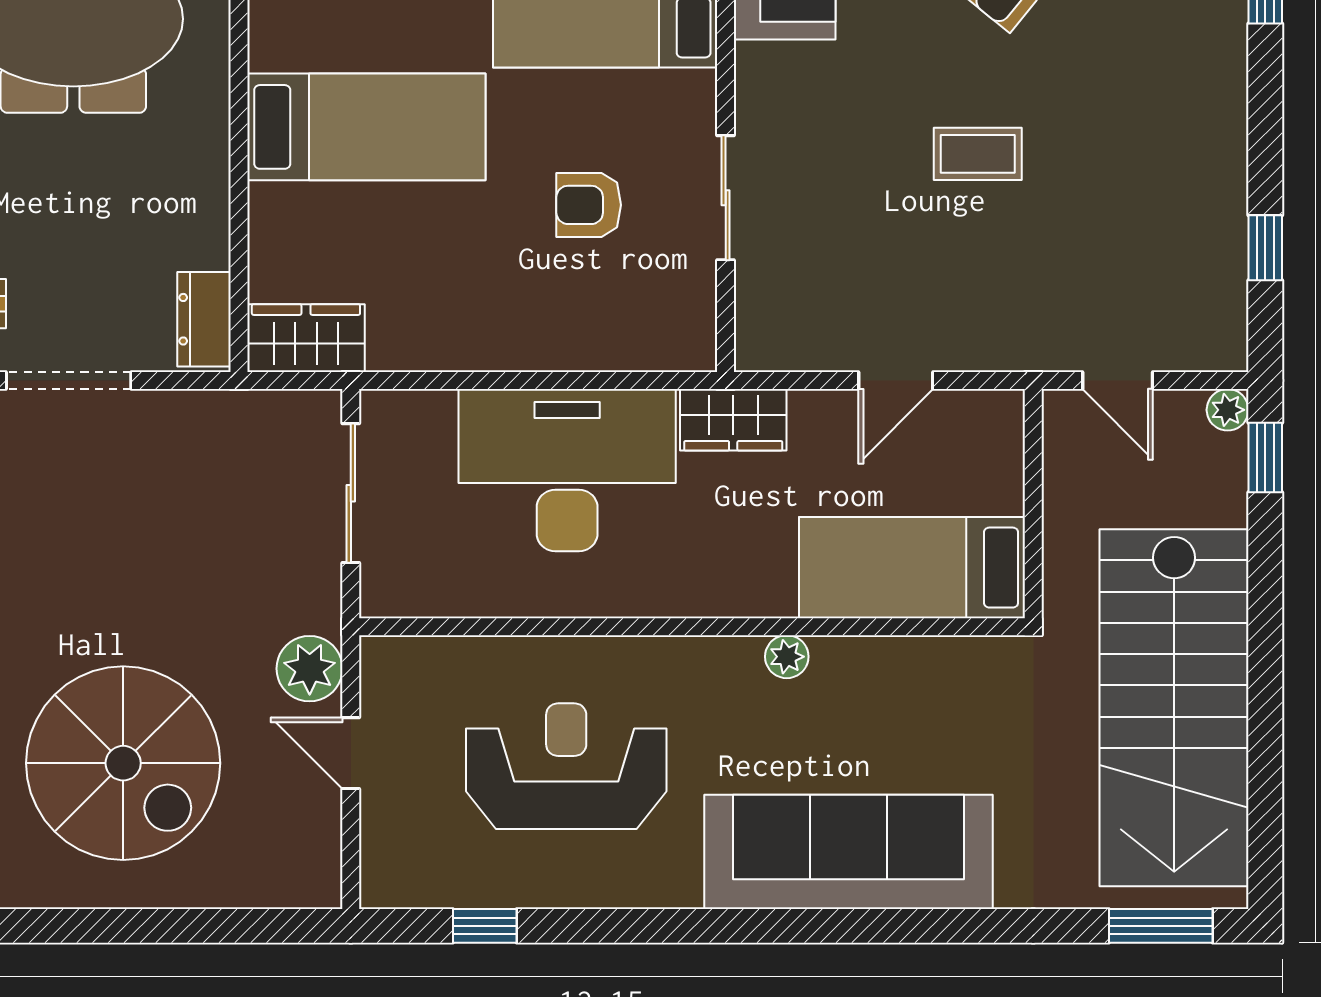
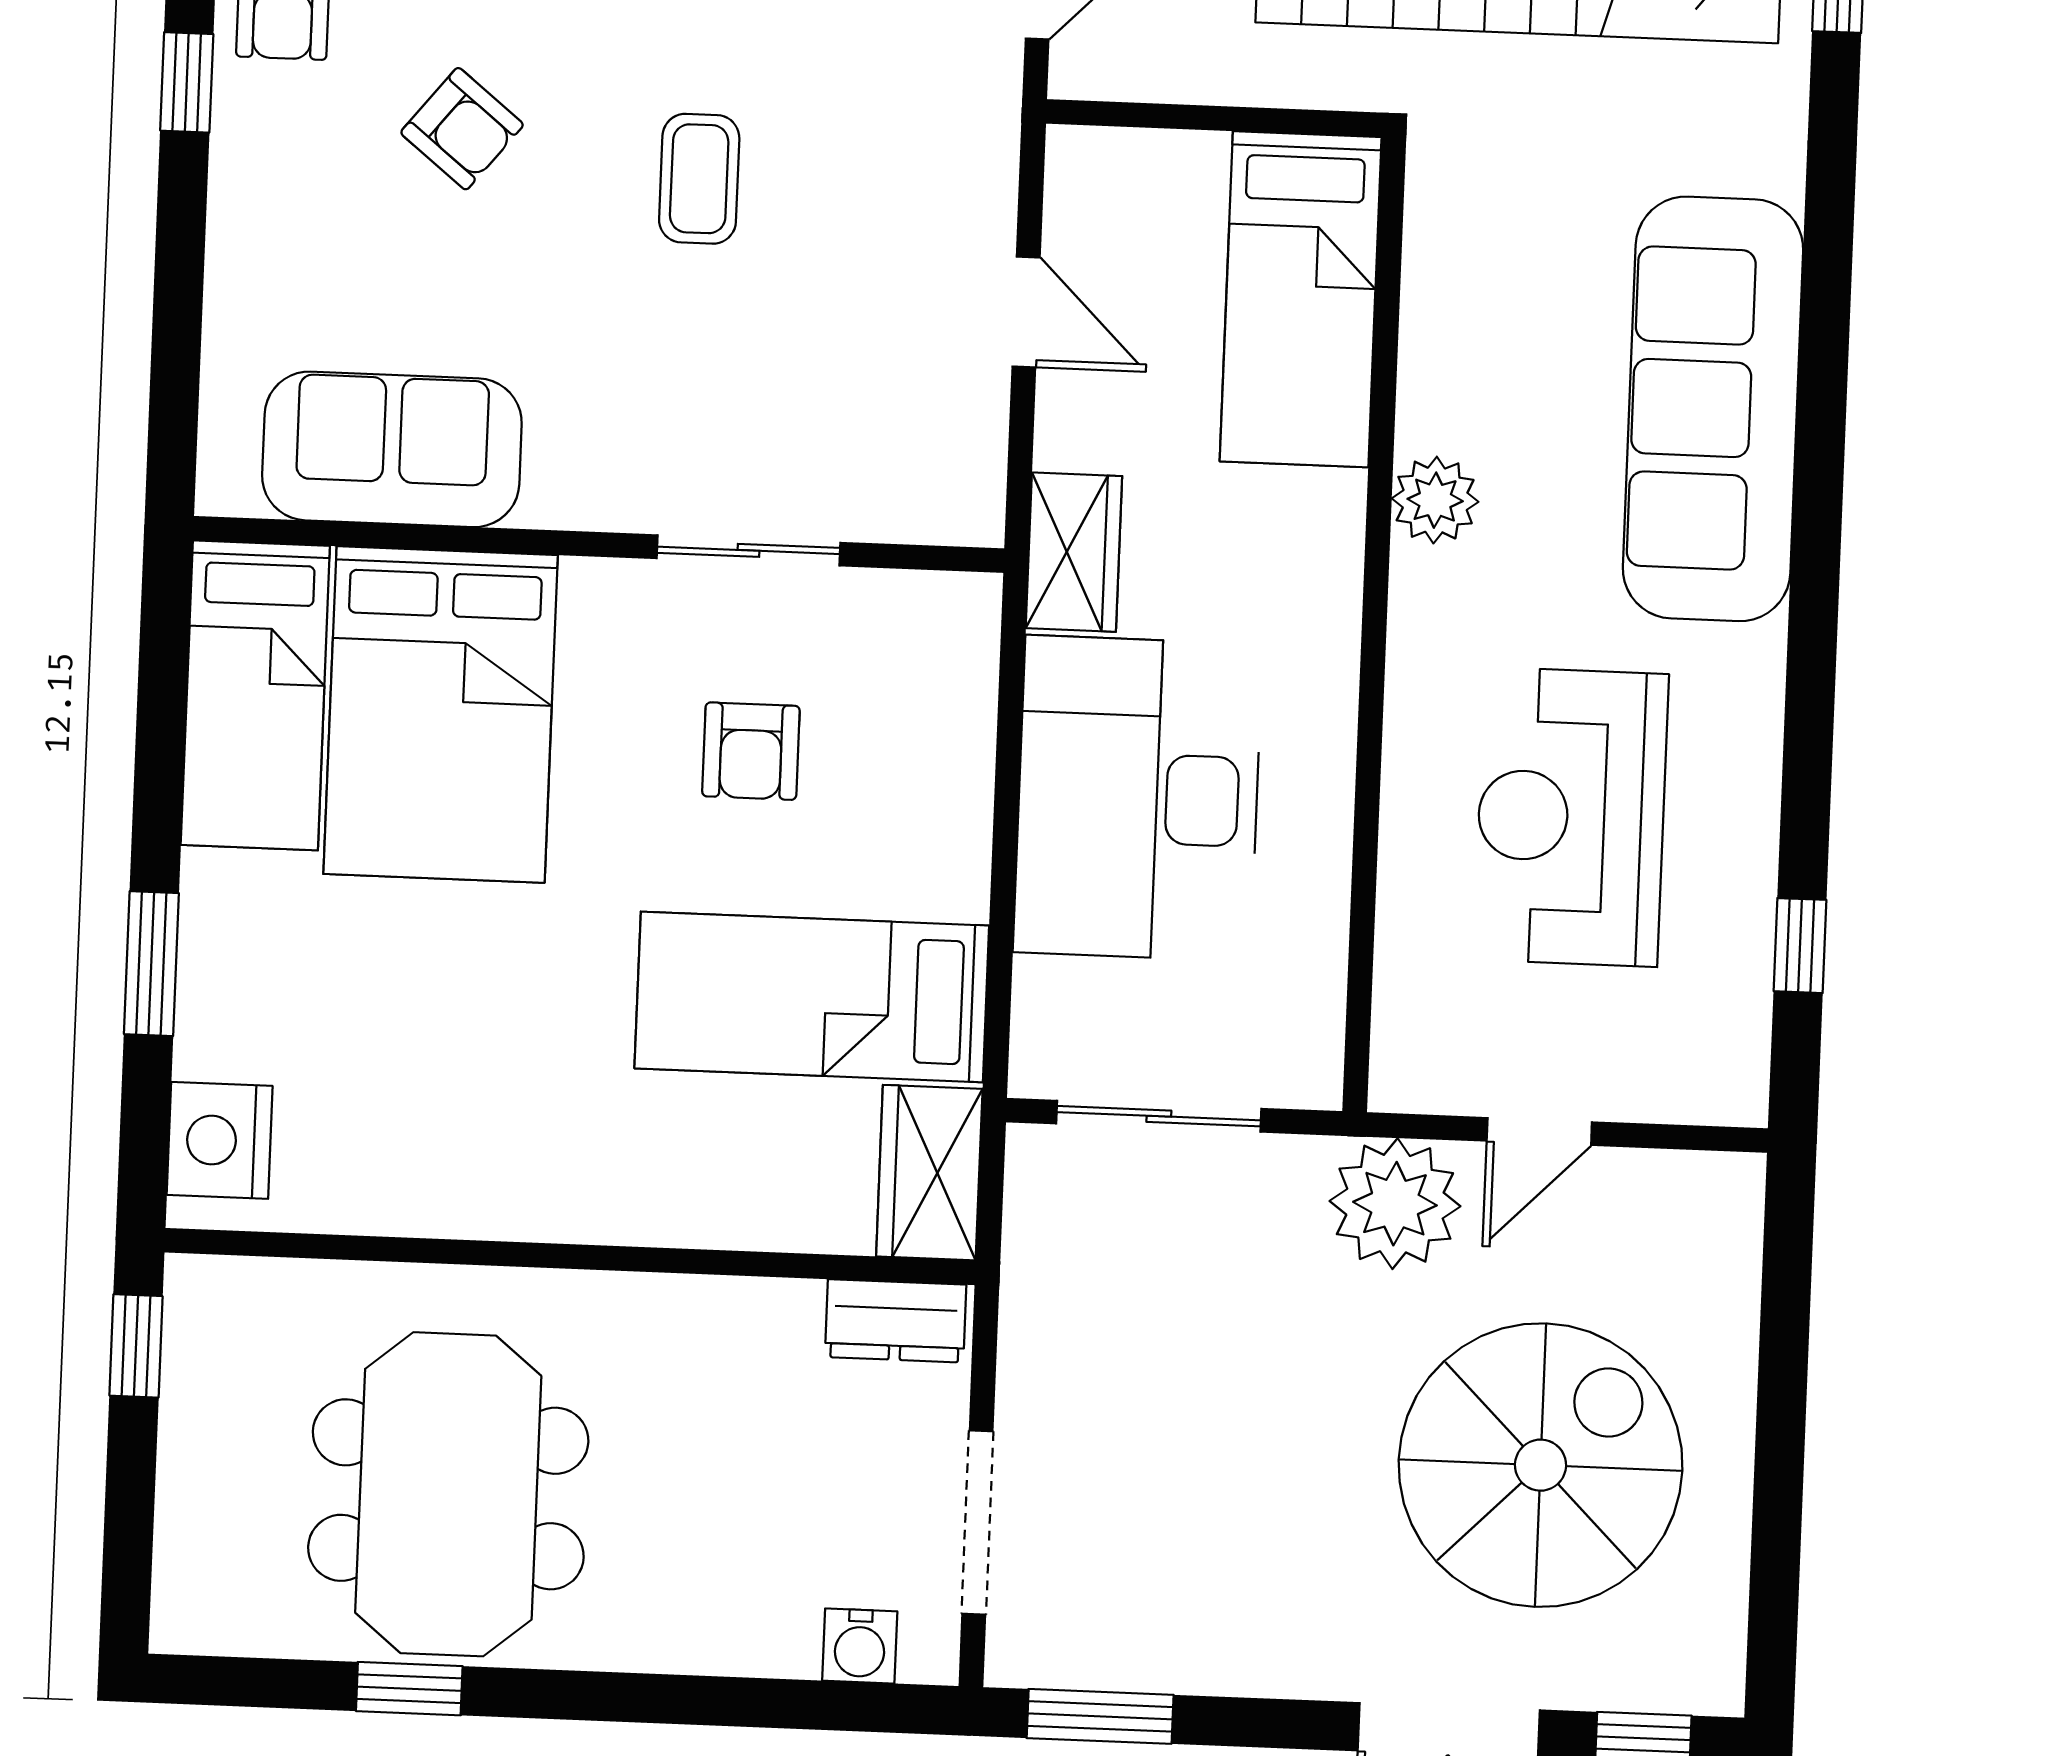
bed: (366, 127) -> (812, 997), moved, turned -90
plant: (787, 657) -> (1435, 500), width x1.38, depth x1.38
plant: (310, 669) -> (1395, 1204), width x1.36, depth x1.36

